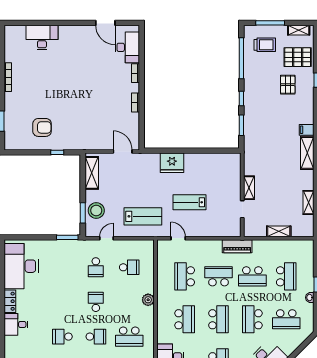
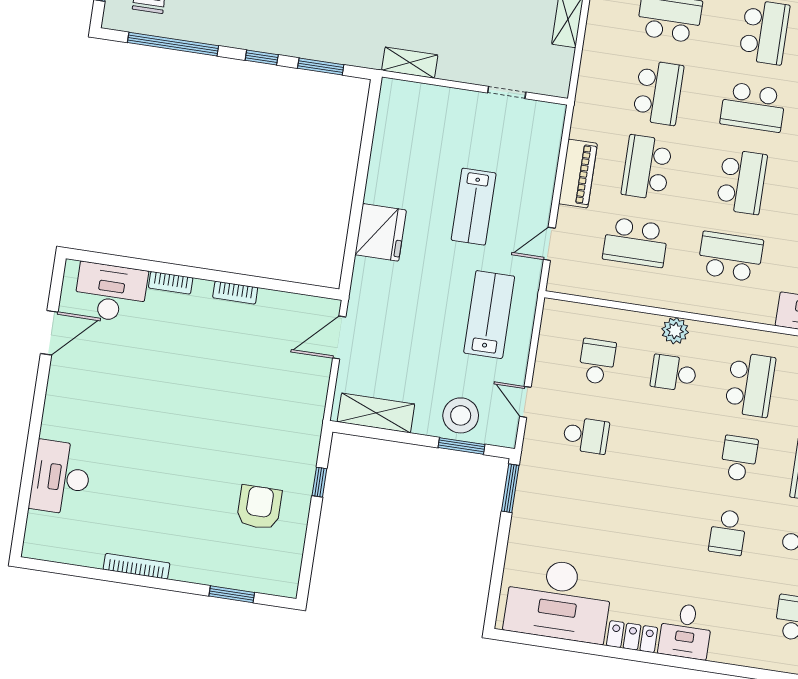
shelving: (249, 188) -> (410, 63), moved
piano: (237, 246) -> (578, 174), moved
school desk: (96, 302) -> (674, 373), moved
school desk: (218, 319) -> (742, 182), turned 90

